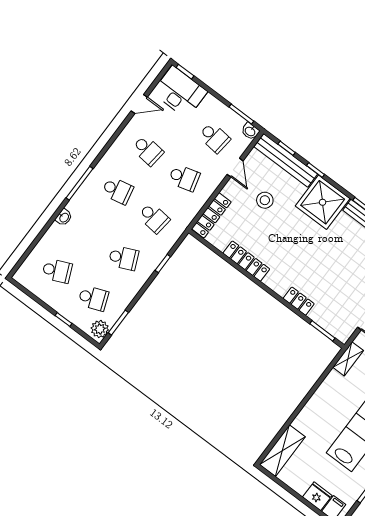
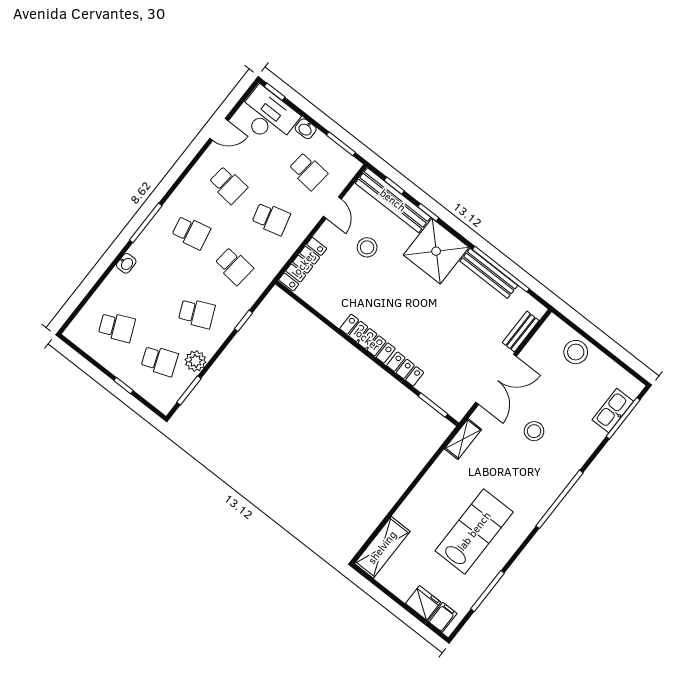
washbasin: (250, 131) -> (306, 129), moved
locker: (246, 261) -> (367, 339), moved
plant: (100, 329) -> (196, 361), moved

